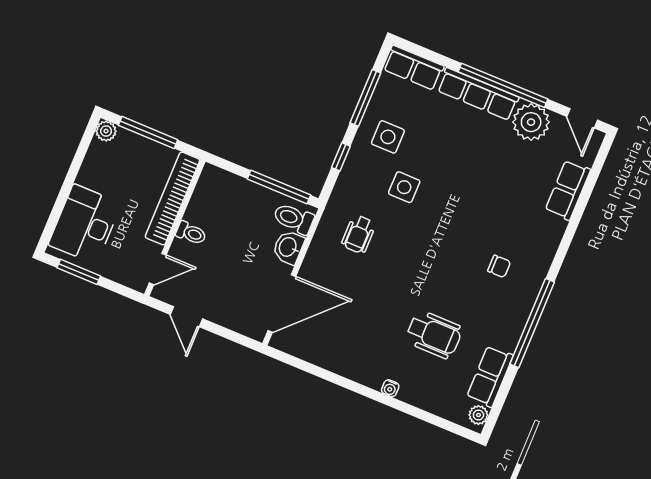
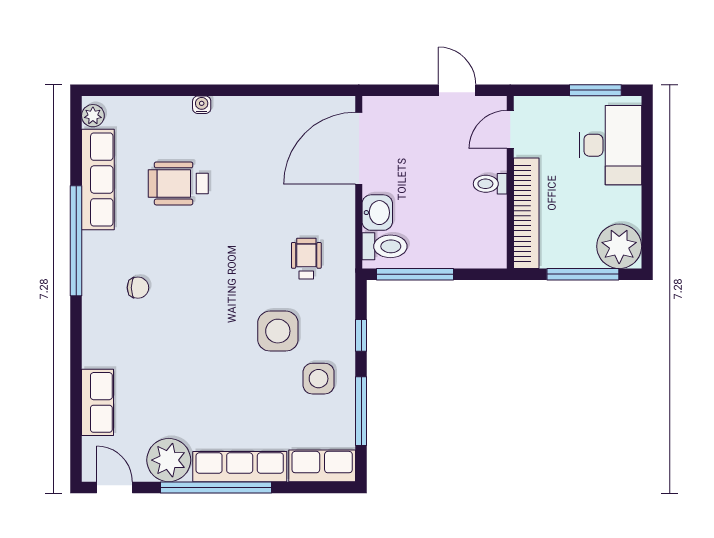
plant: (106, 131) -> (619, 246), width x1.88, depth x1.88
side table: (404, 187) -> (278, 331), width x1.37, depth x1.37
chair: (499, 266) -> (138, 288), turned 180
row of seats: (490, 376) -> (98, 179), width x1.48

